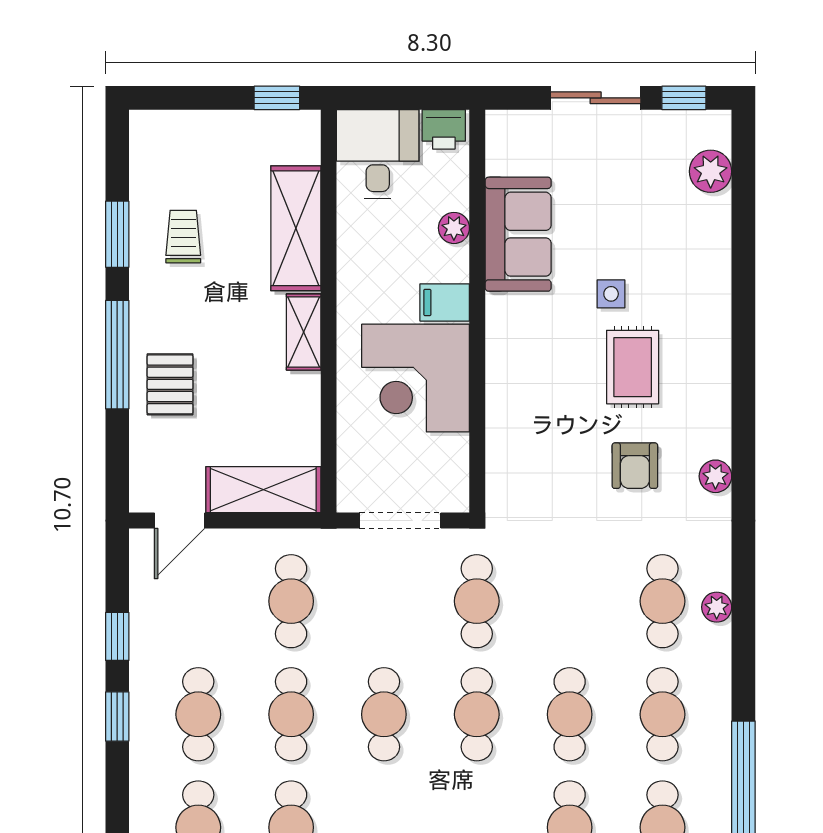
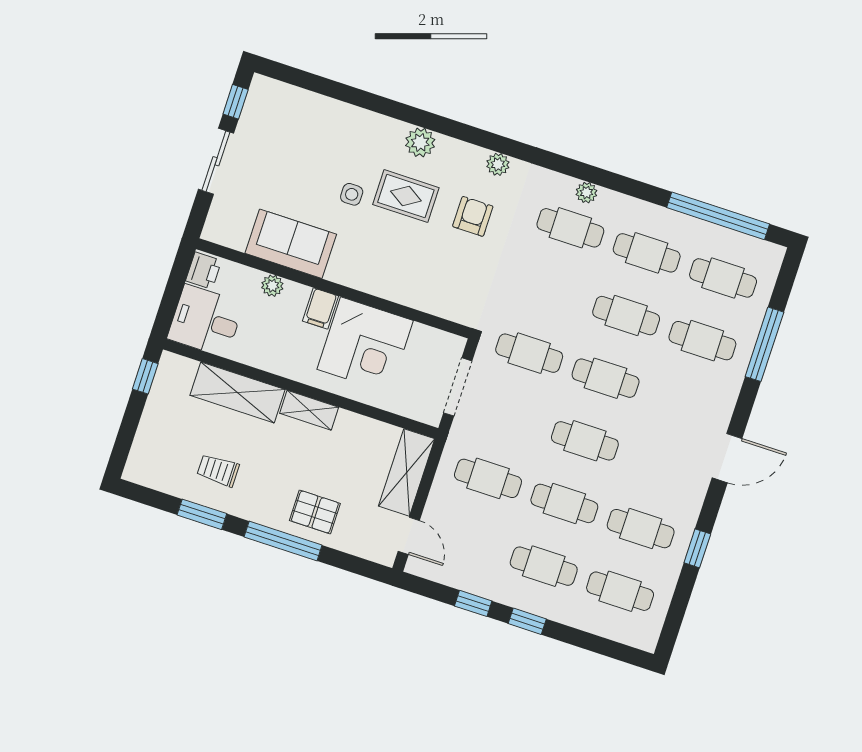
plant: (711, 171) -> (420, 142), moved
armchair: (635, 466) -> (473, 216), turned -90

